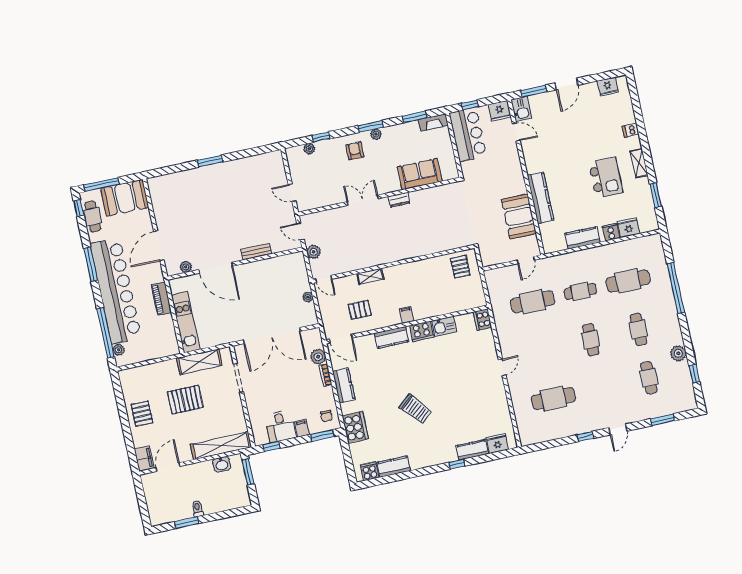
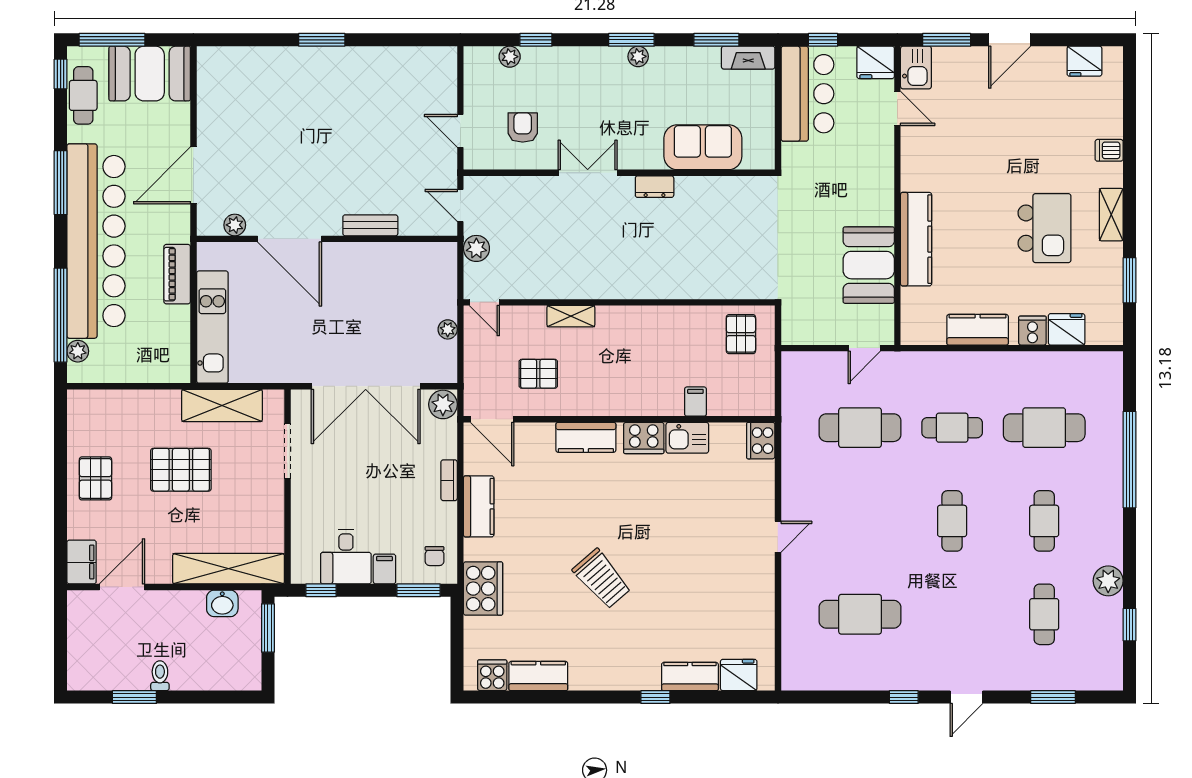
armchair: (355, 151) -> (523, 127), moved
filing cabinet: (407, 315) -> (695, 402), moved
plant: (318, 357) -> (443, 404), moved

